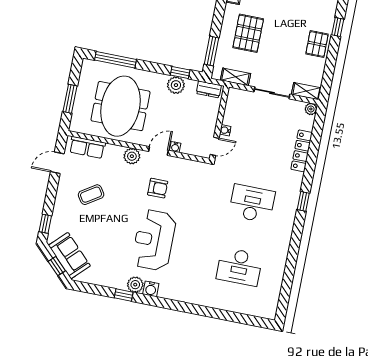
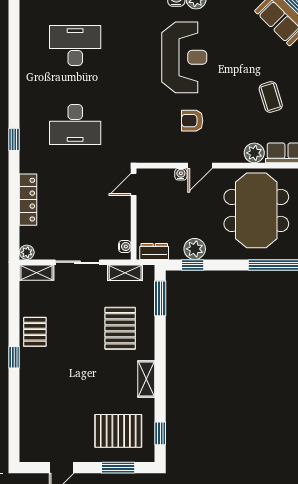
water cooler: (225, 130) -> (125, 247), moved
plant: (132, 156) -> (254, 153), moved
coffee table: (91, 195) -> (271, 97), turned -74

